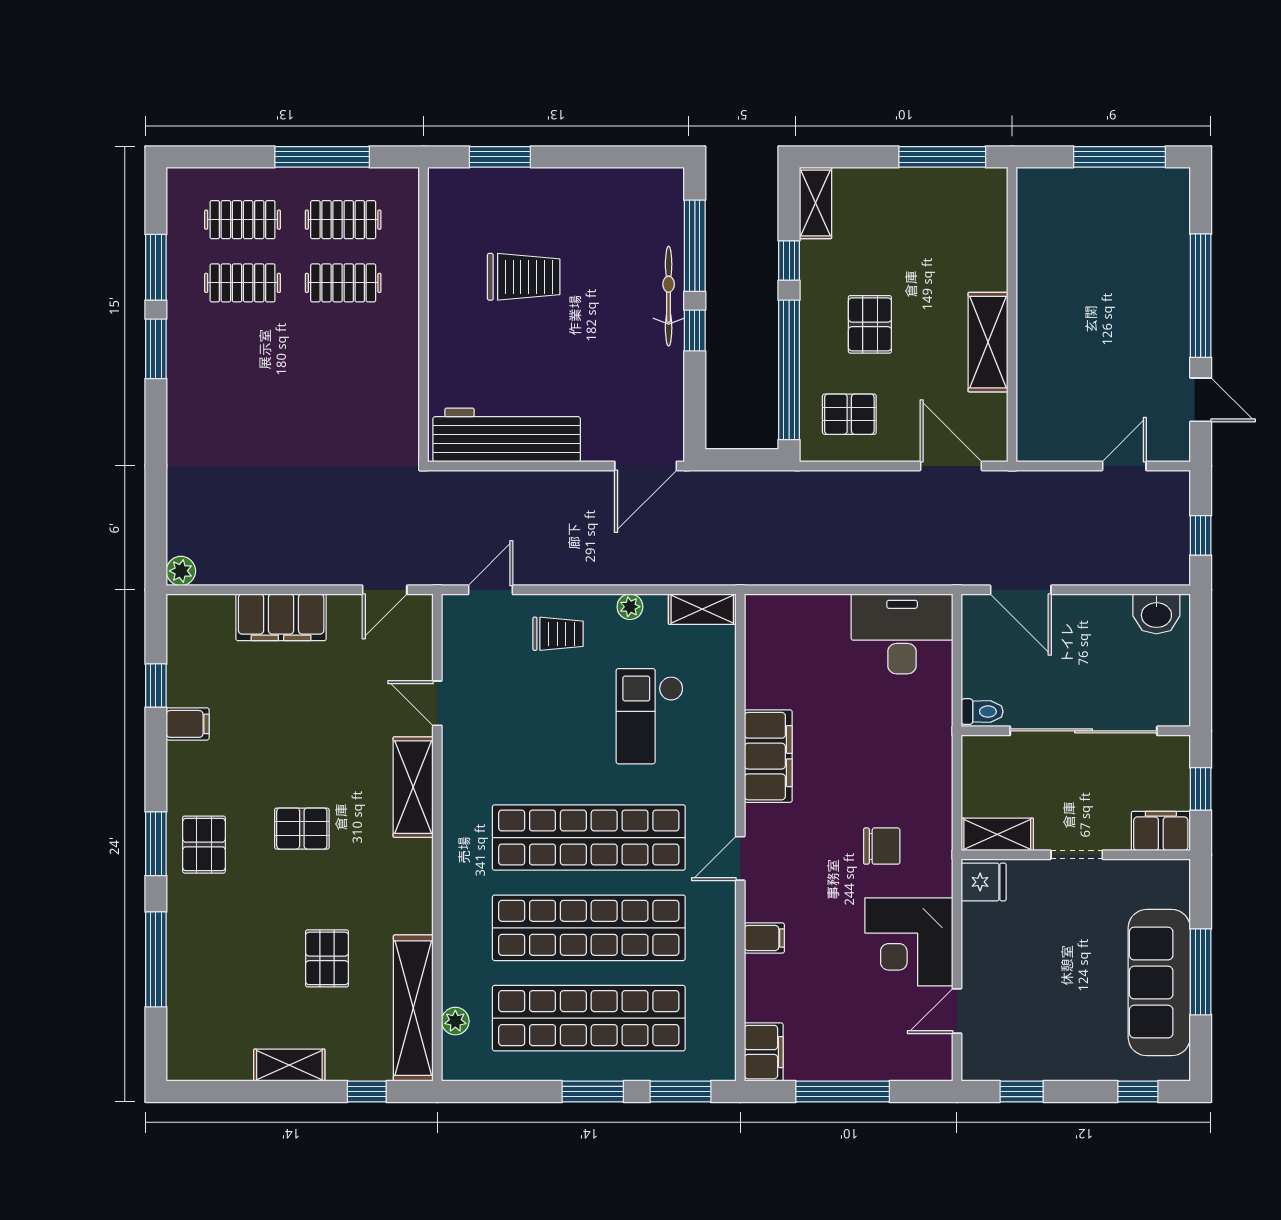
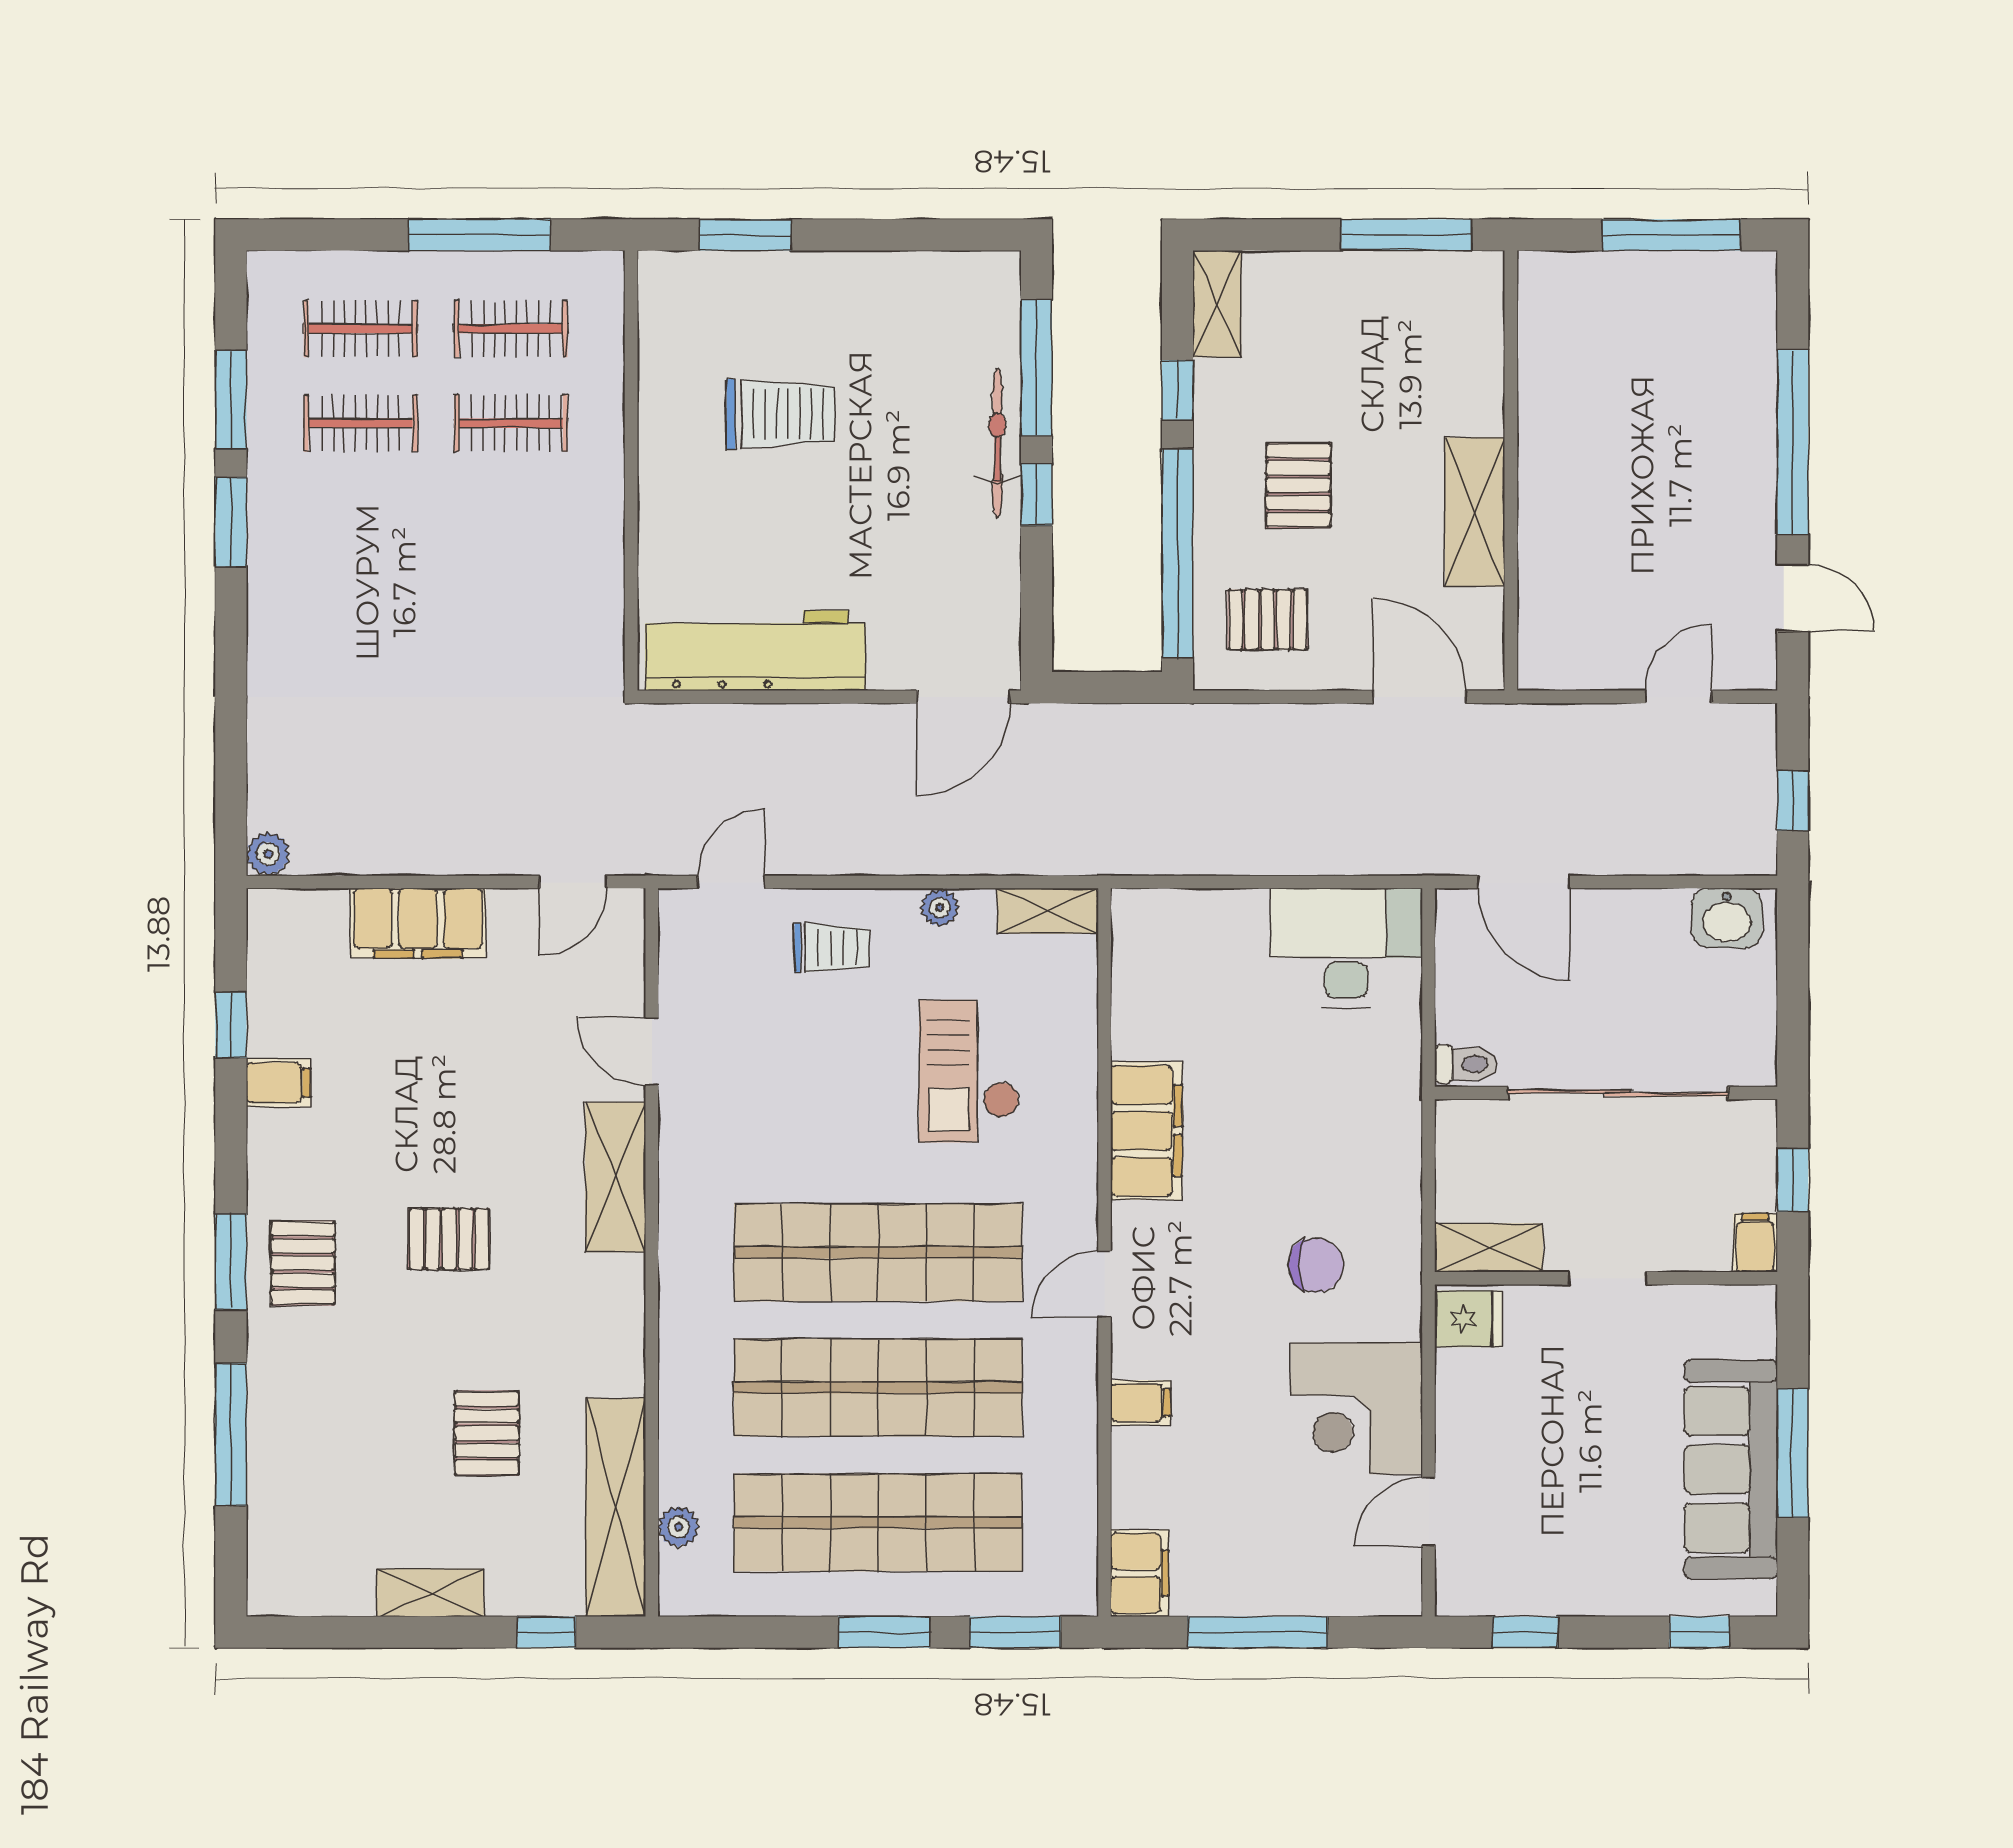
filing cabinet: (1161, 831) -> (1755, 1243), width x0.50

